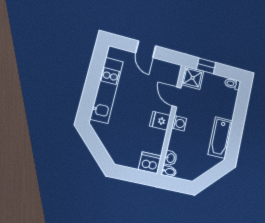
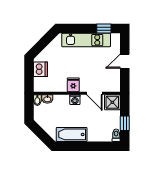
window: (97, 64) -> (104, 29), added
window: (206, 66) -> (125, 123), moved
door: (177, 97) -> (94, 93), swing flipped
dishwasher: (150, 163) -> (41, 69), moved

